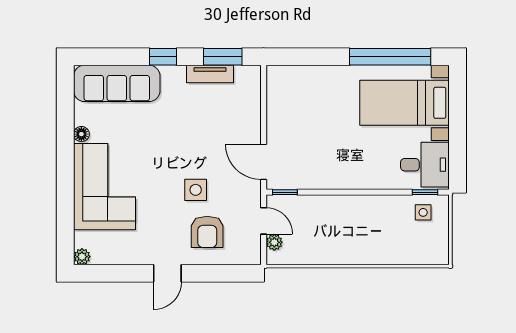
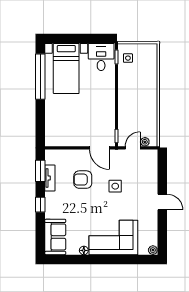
sofa: (117, 83) -> (55, 237), width x0.73
door: (264, 162) -> (99, 148), hinge flipped
armchair: (207, 232) -> (83, 180), moved, turned 180

